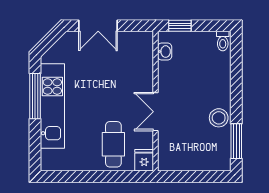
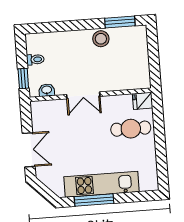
toilet: (223, 41) -> (35, 59), moved
double door: (155, 112) -> (83, 95), moved

